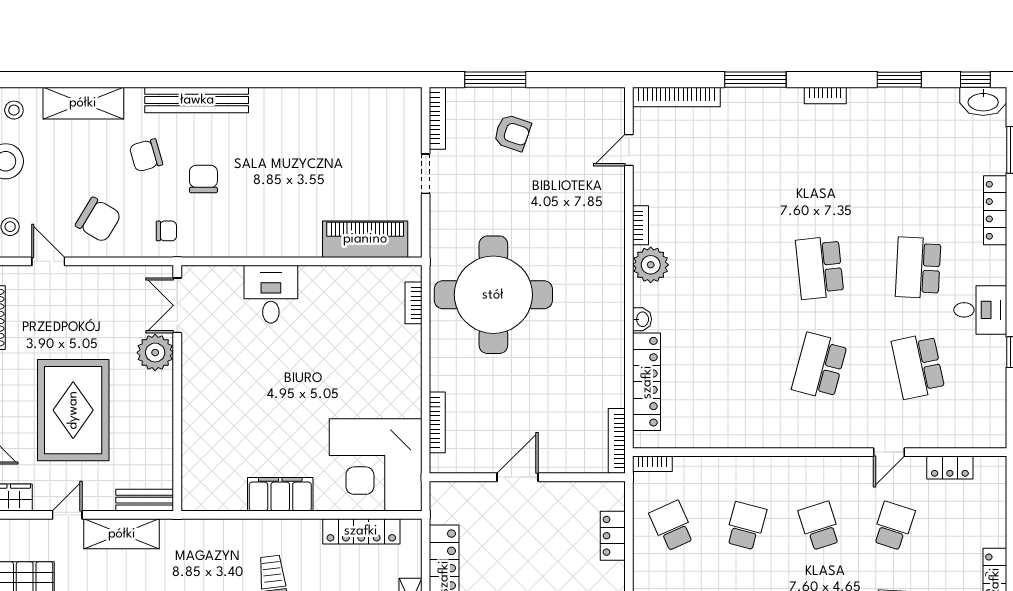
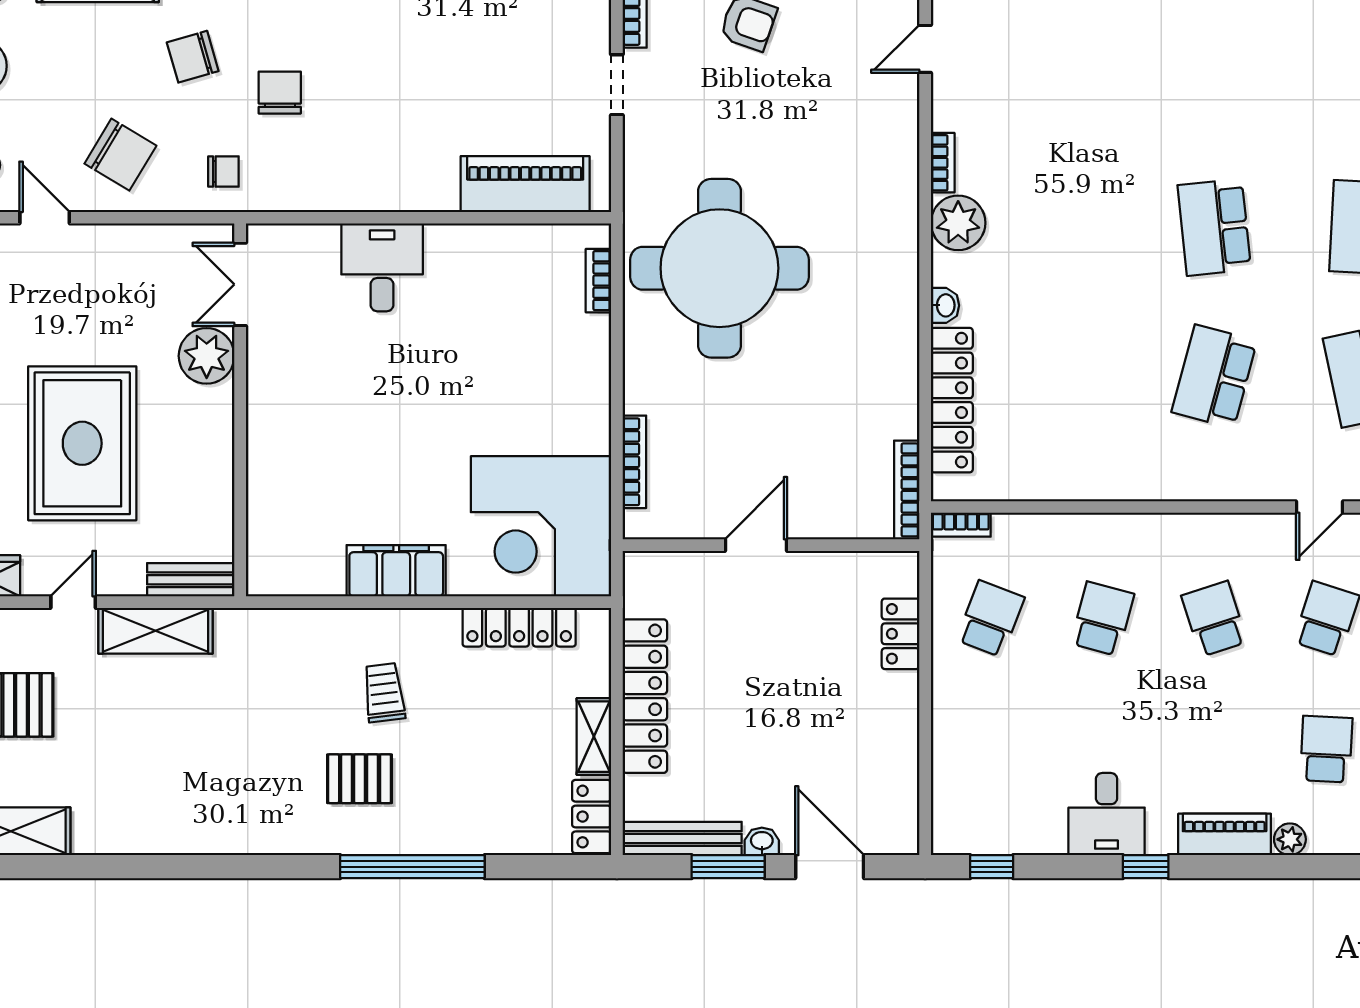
school desk: (672, 526) -> (990, 619), turned 45

